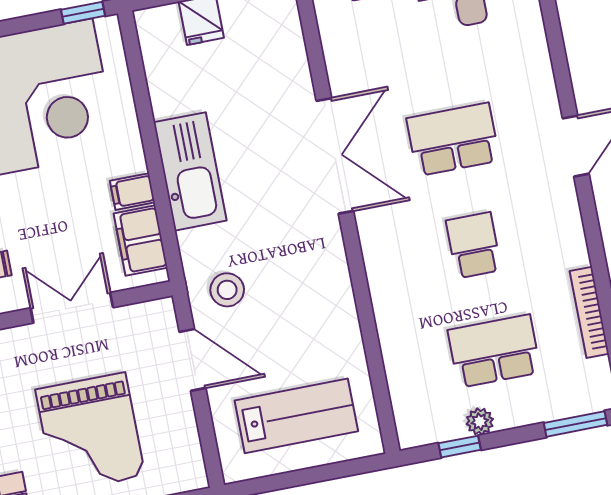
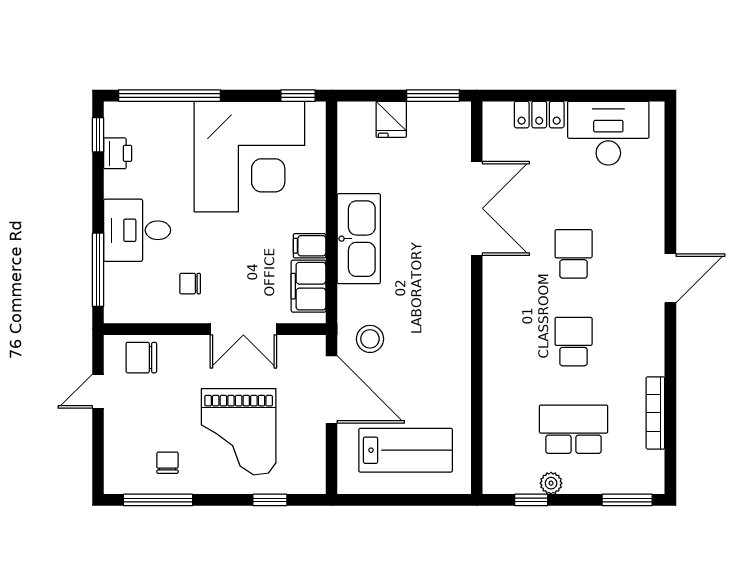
school desk: (453, 139) -> (574, 254), width x0.54
double door: (335, 156) -> (477, 208), moved
double door: (72, 308) -> (243, 329), swing flipped
door: (193, 360) -> (331, 389), width x1.36

